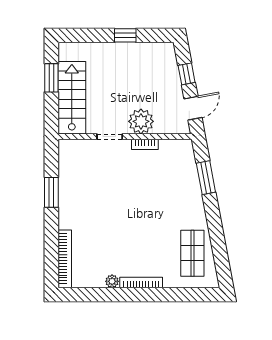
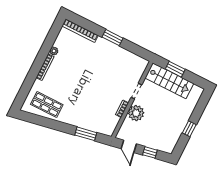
window: (51, 78) -> (175, 69), moved
window: (51, 192) -> (112, 38), moved

